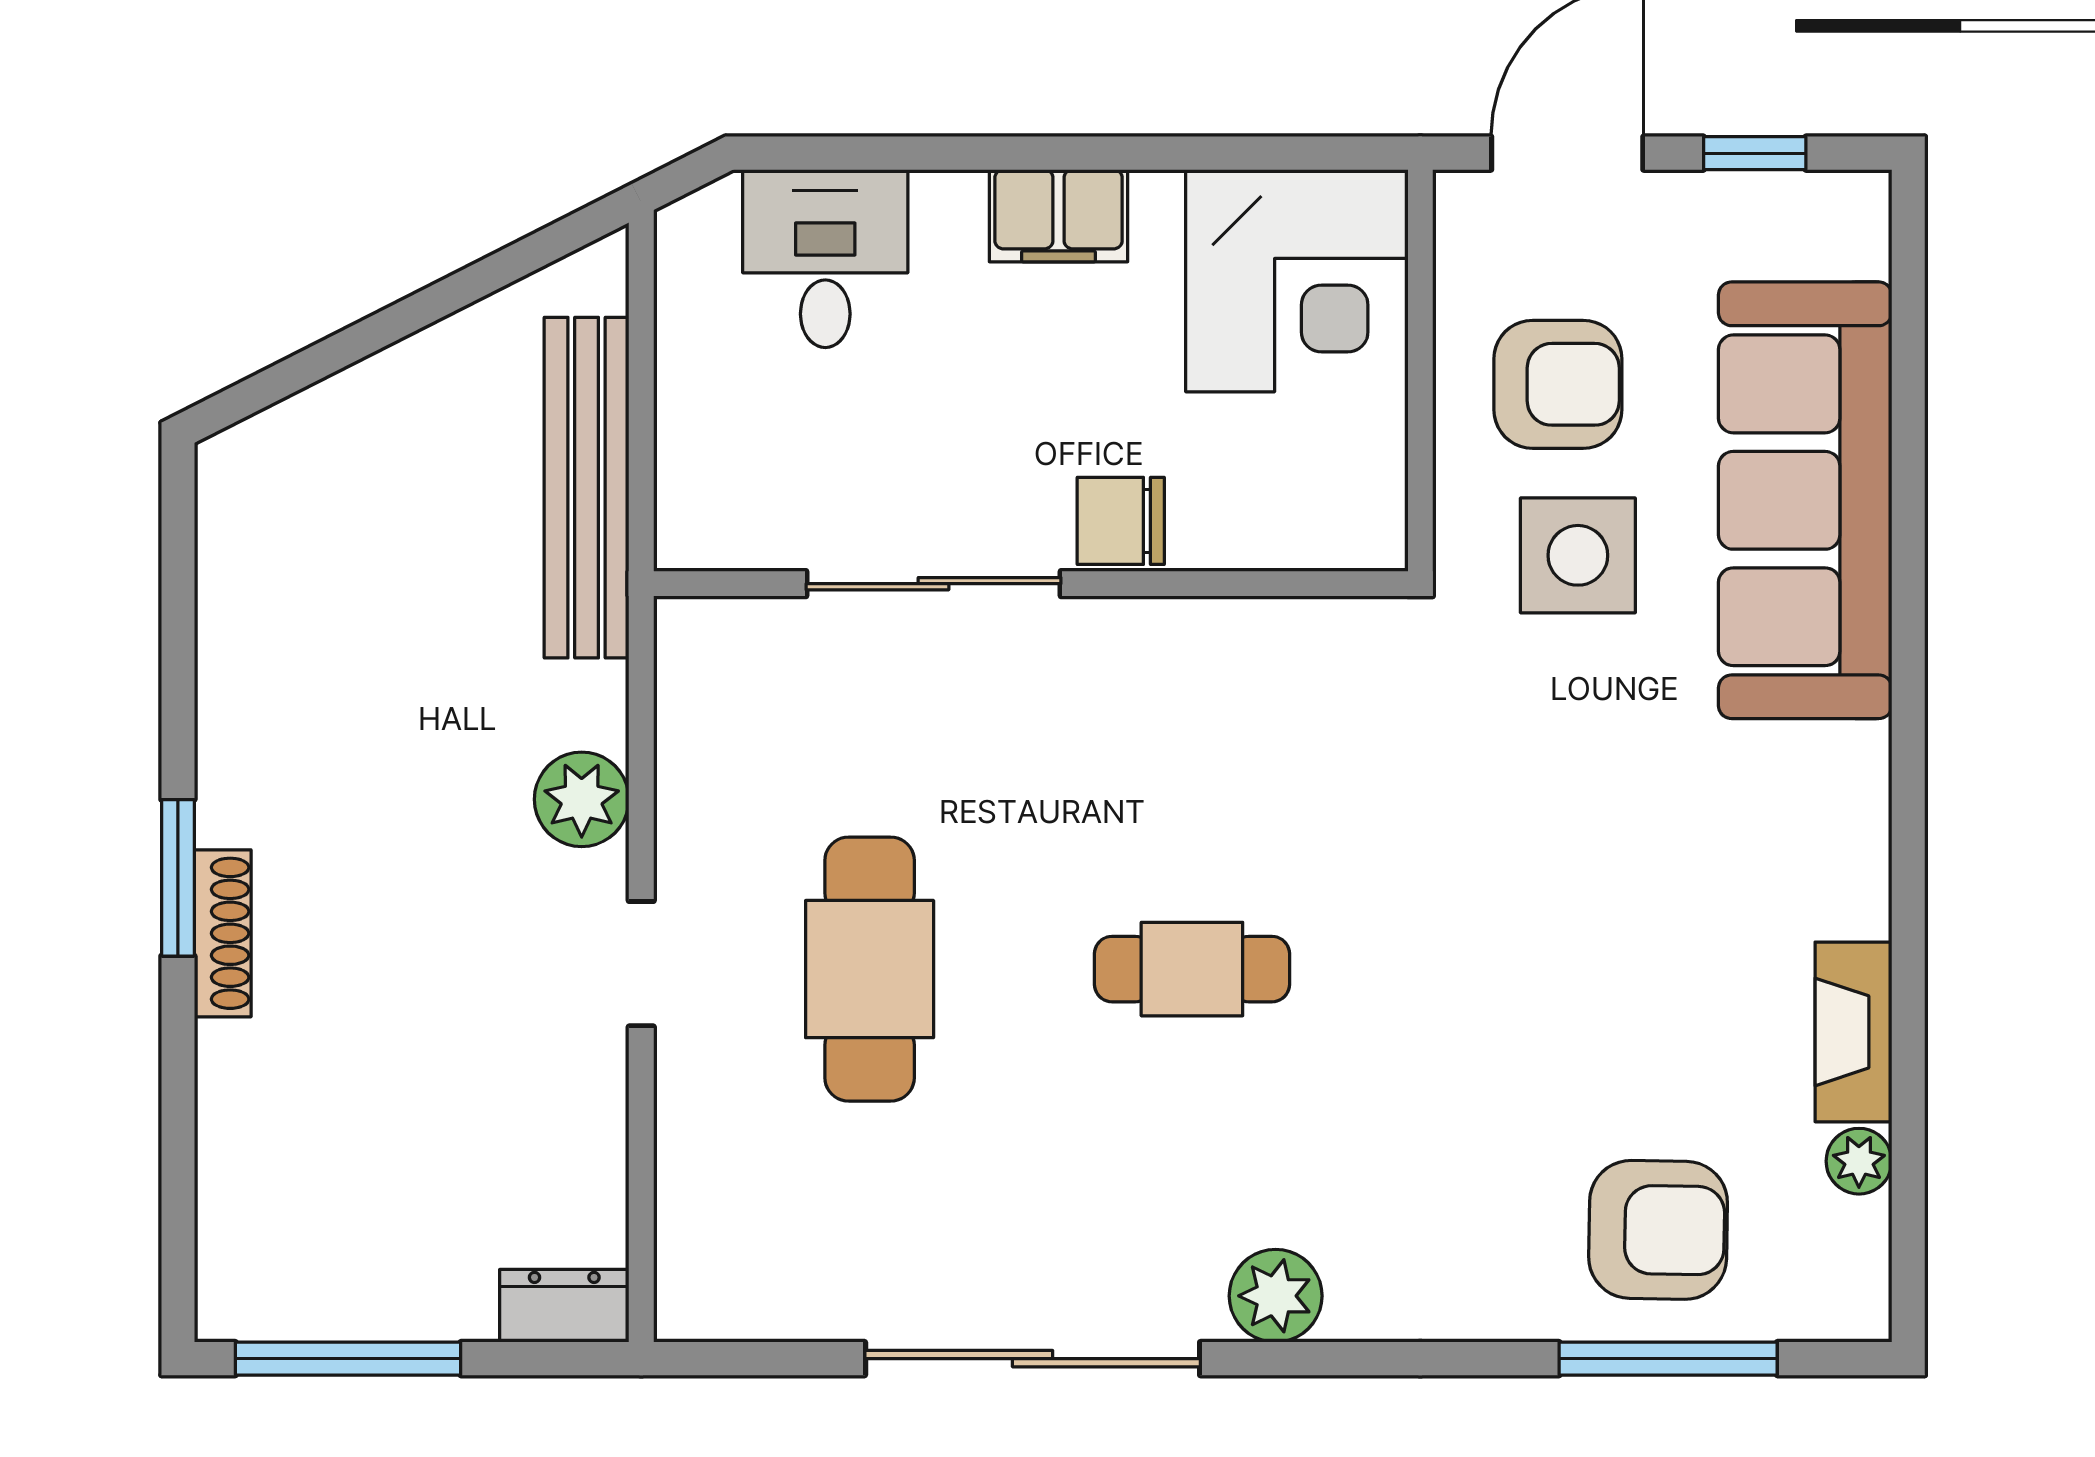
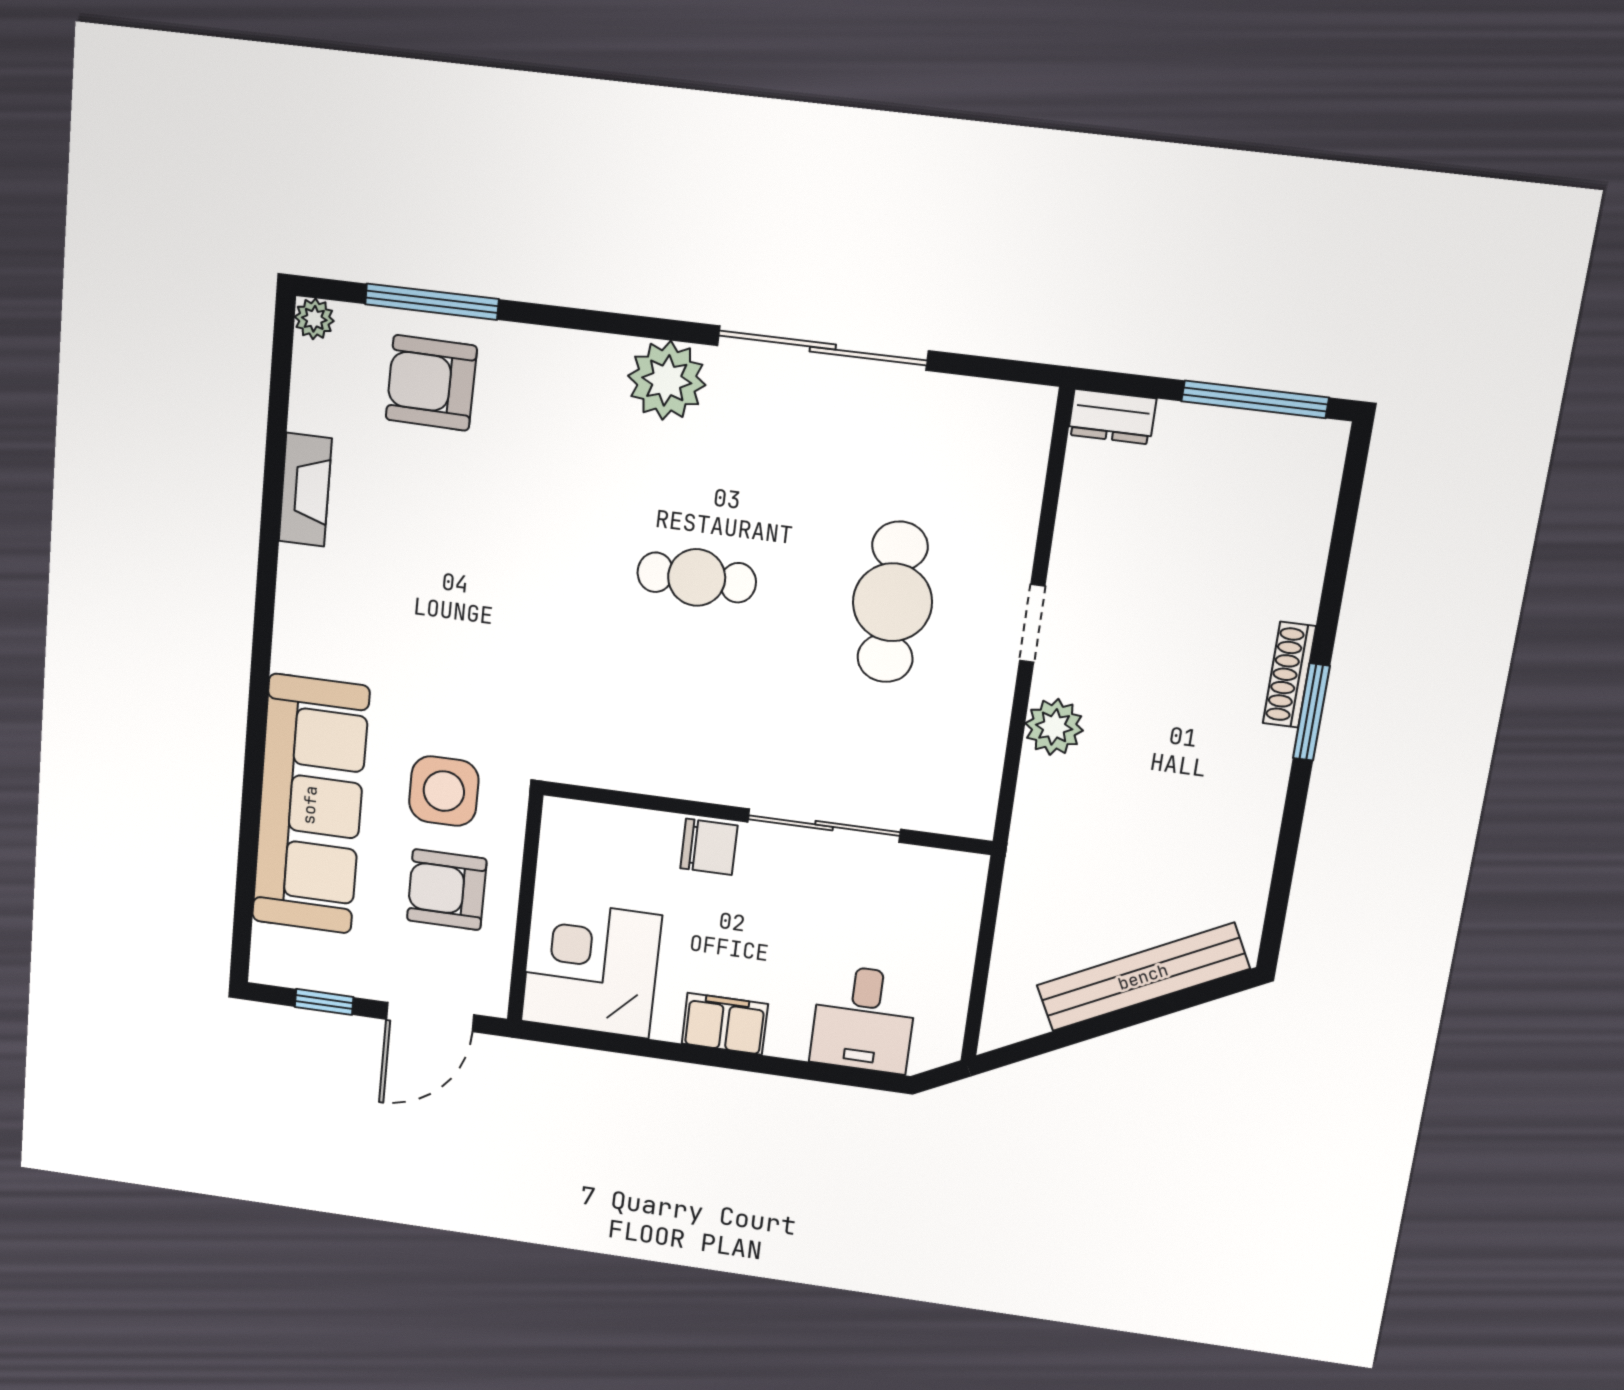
bench: (587, 488) -> (1143, 977), moved, turned 63
plant: (1859, 1161) -> (314, 319), moved
plant: (1276, 1296) -> (667, 380), width x1.36, depth x1.36

